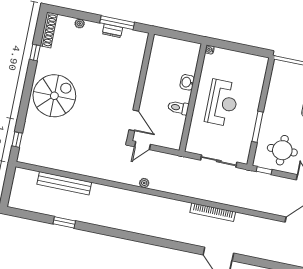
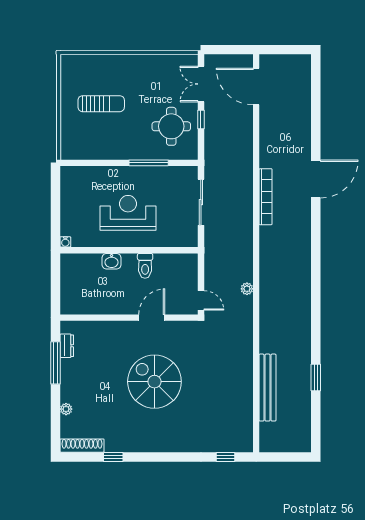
dresser: (112, 31) -> (67, 346), moved
spiral stairs: (54, 96) -> (154, 382), moved
door: (134, 120) -> (152, 318), moved
window: (264, 170) -> (201, 120), moved

